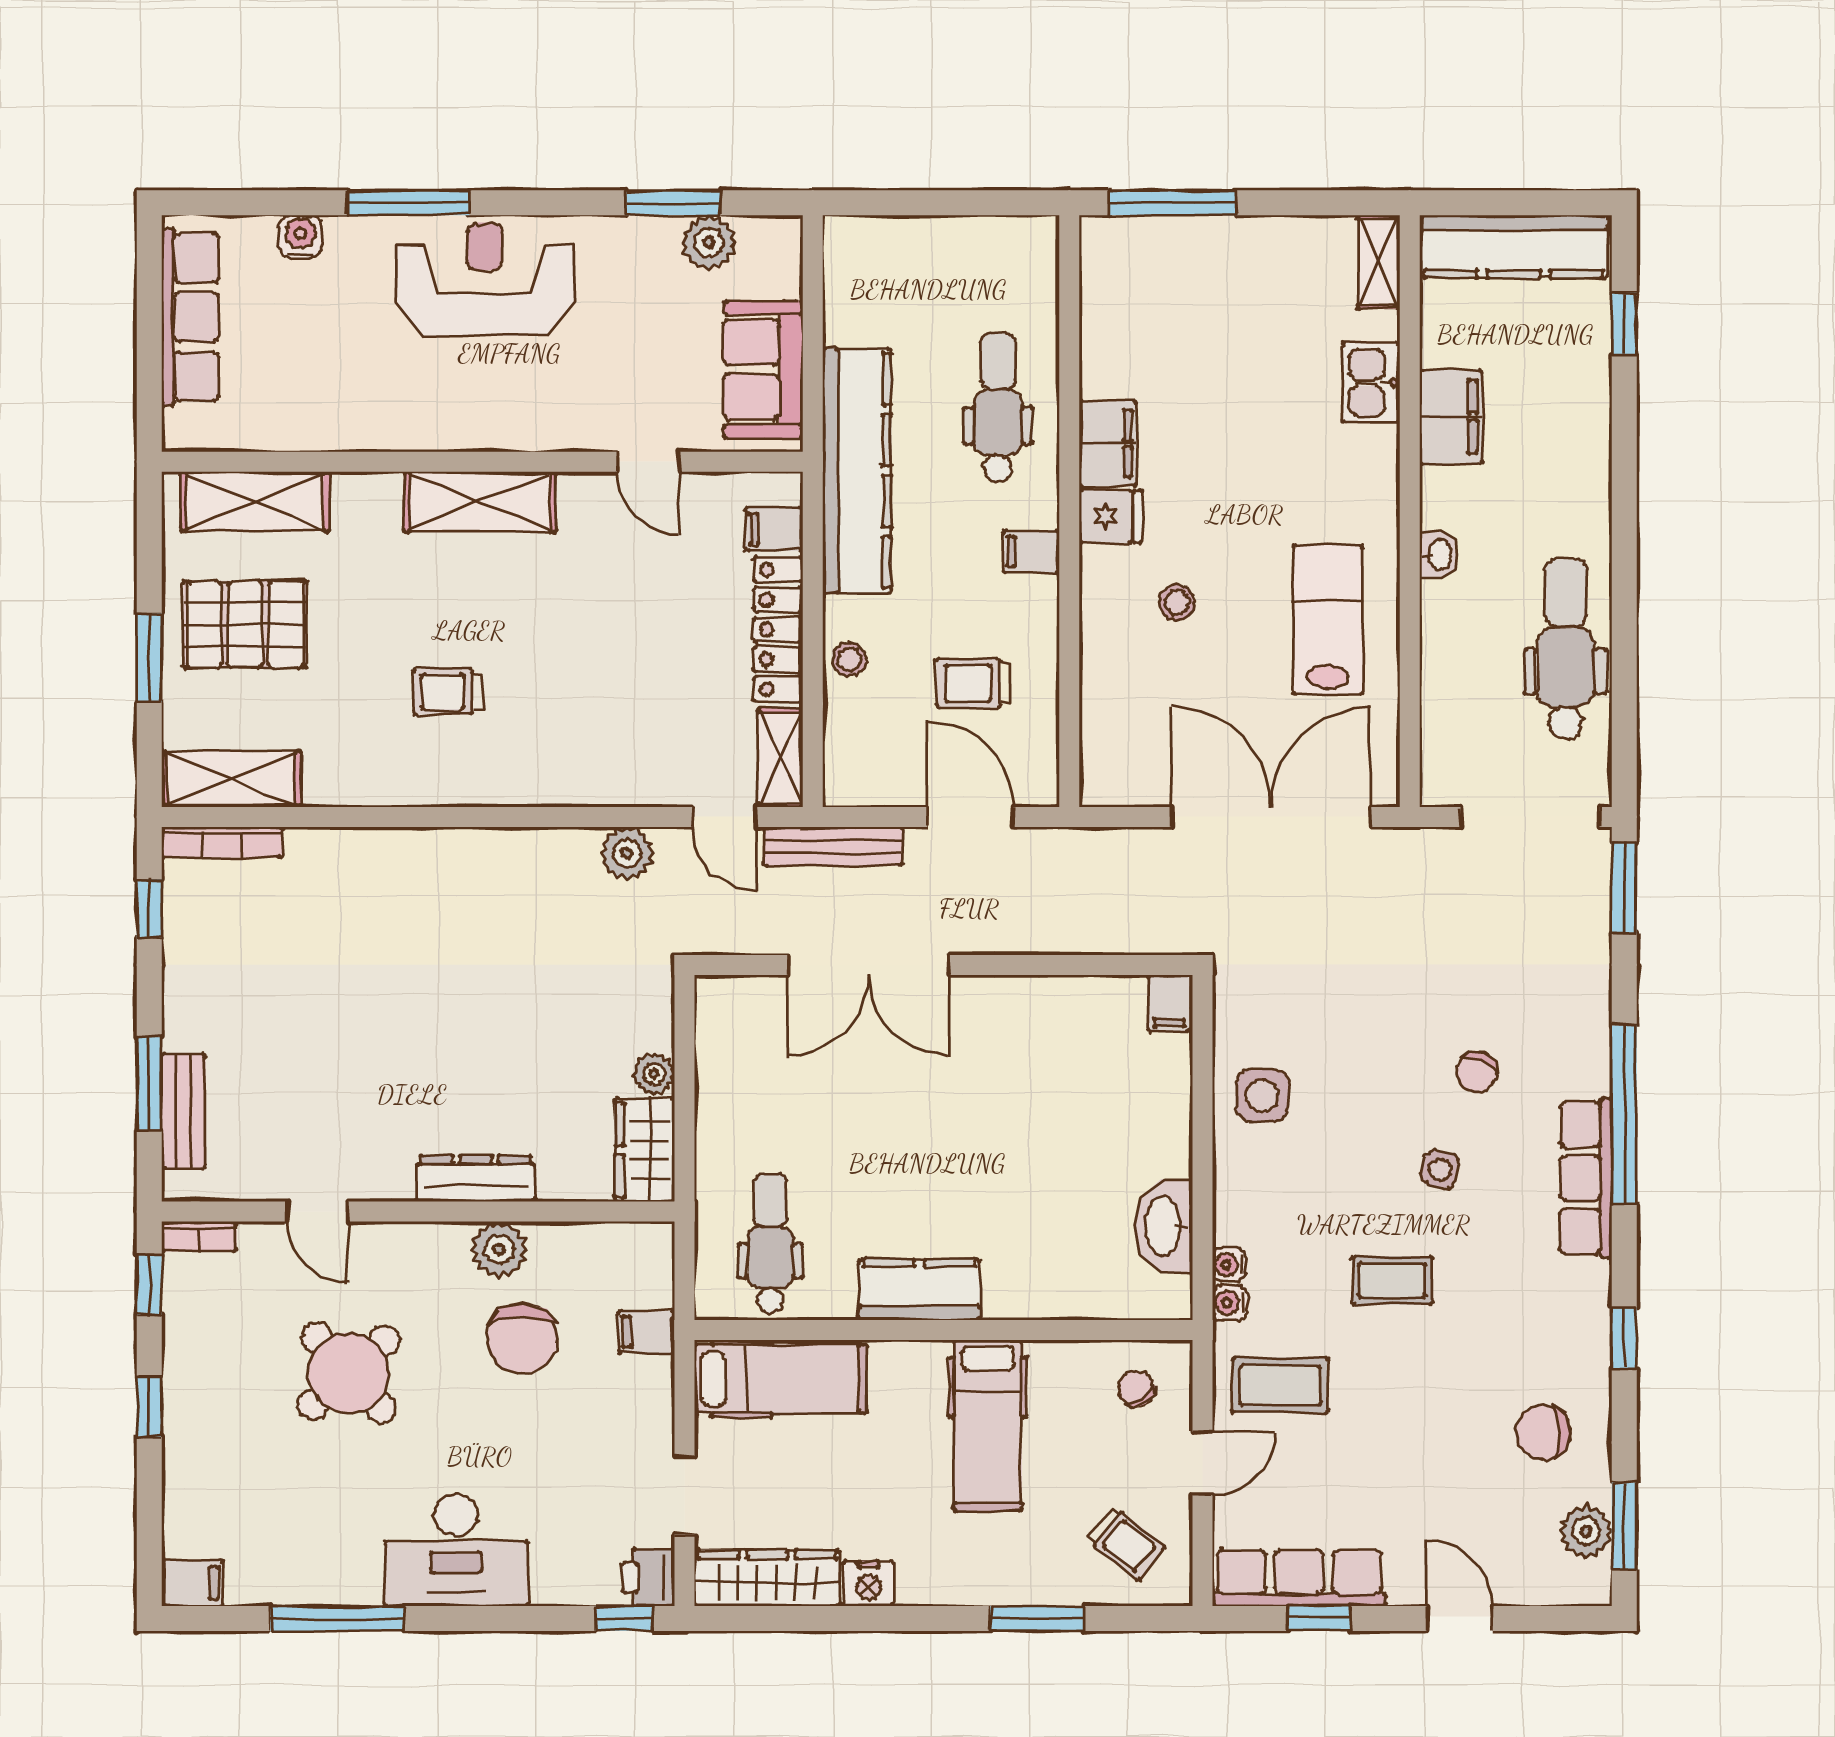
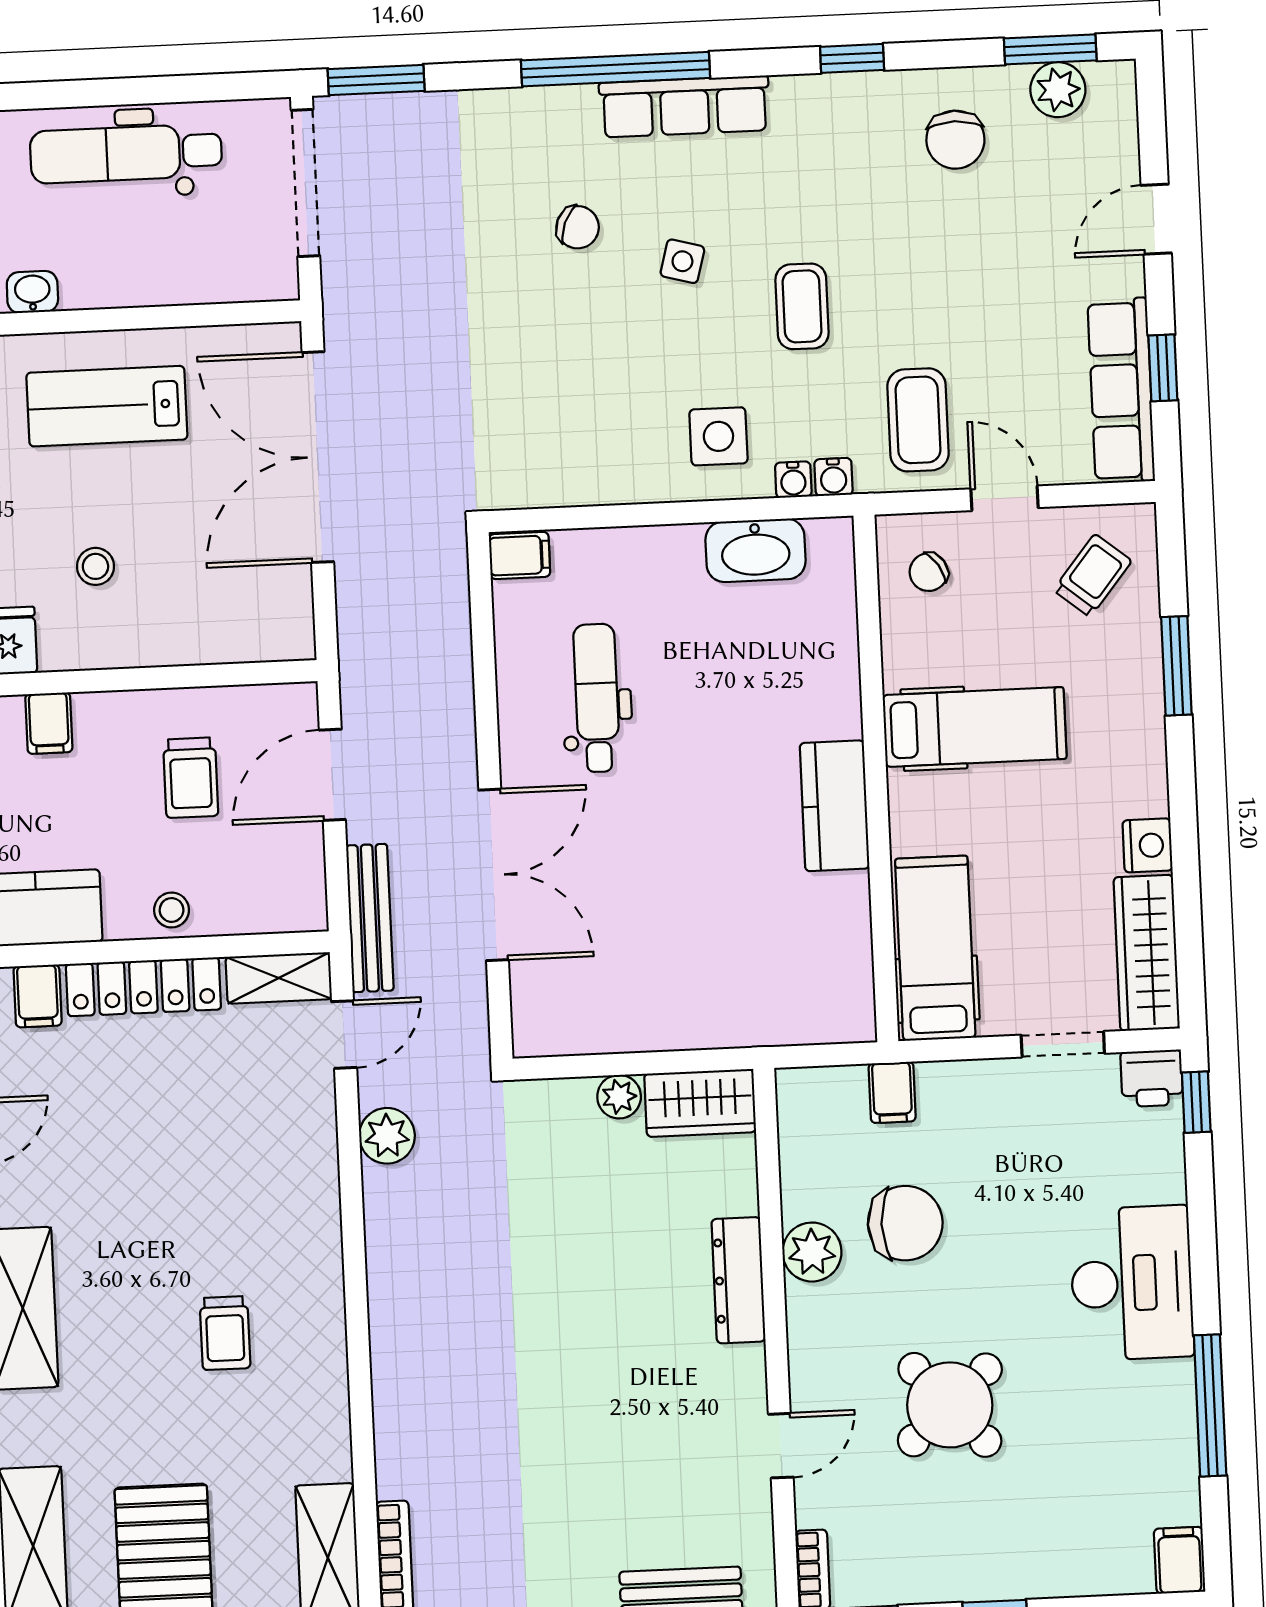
side table: (1262, 1096) -> (718, 436), moved
dental chair: (770, 1243) -> (597, 698), moved, turned 90

